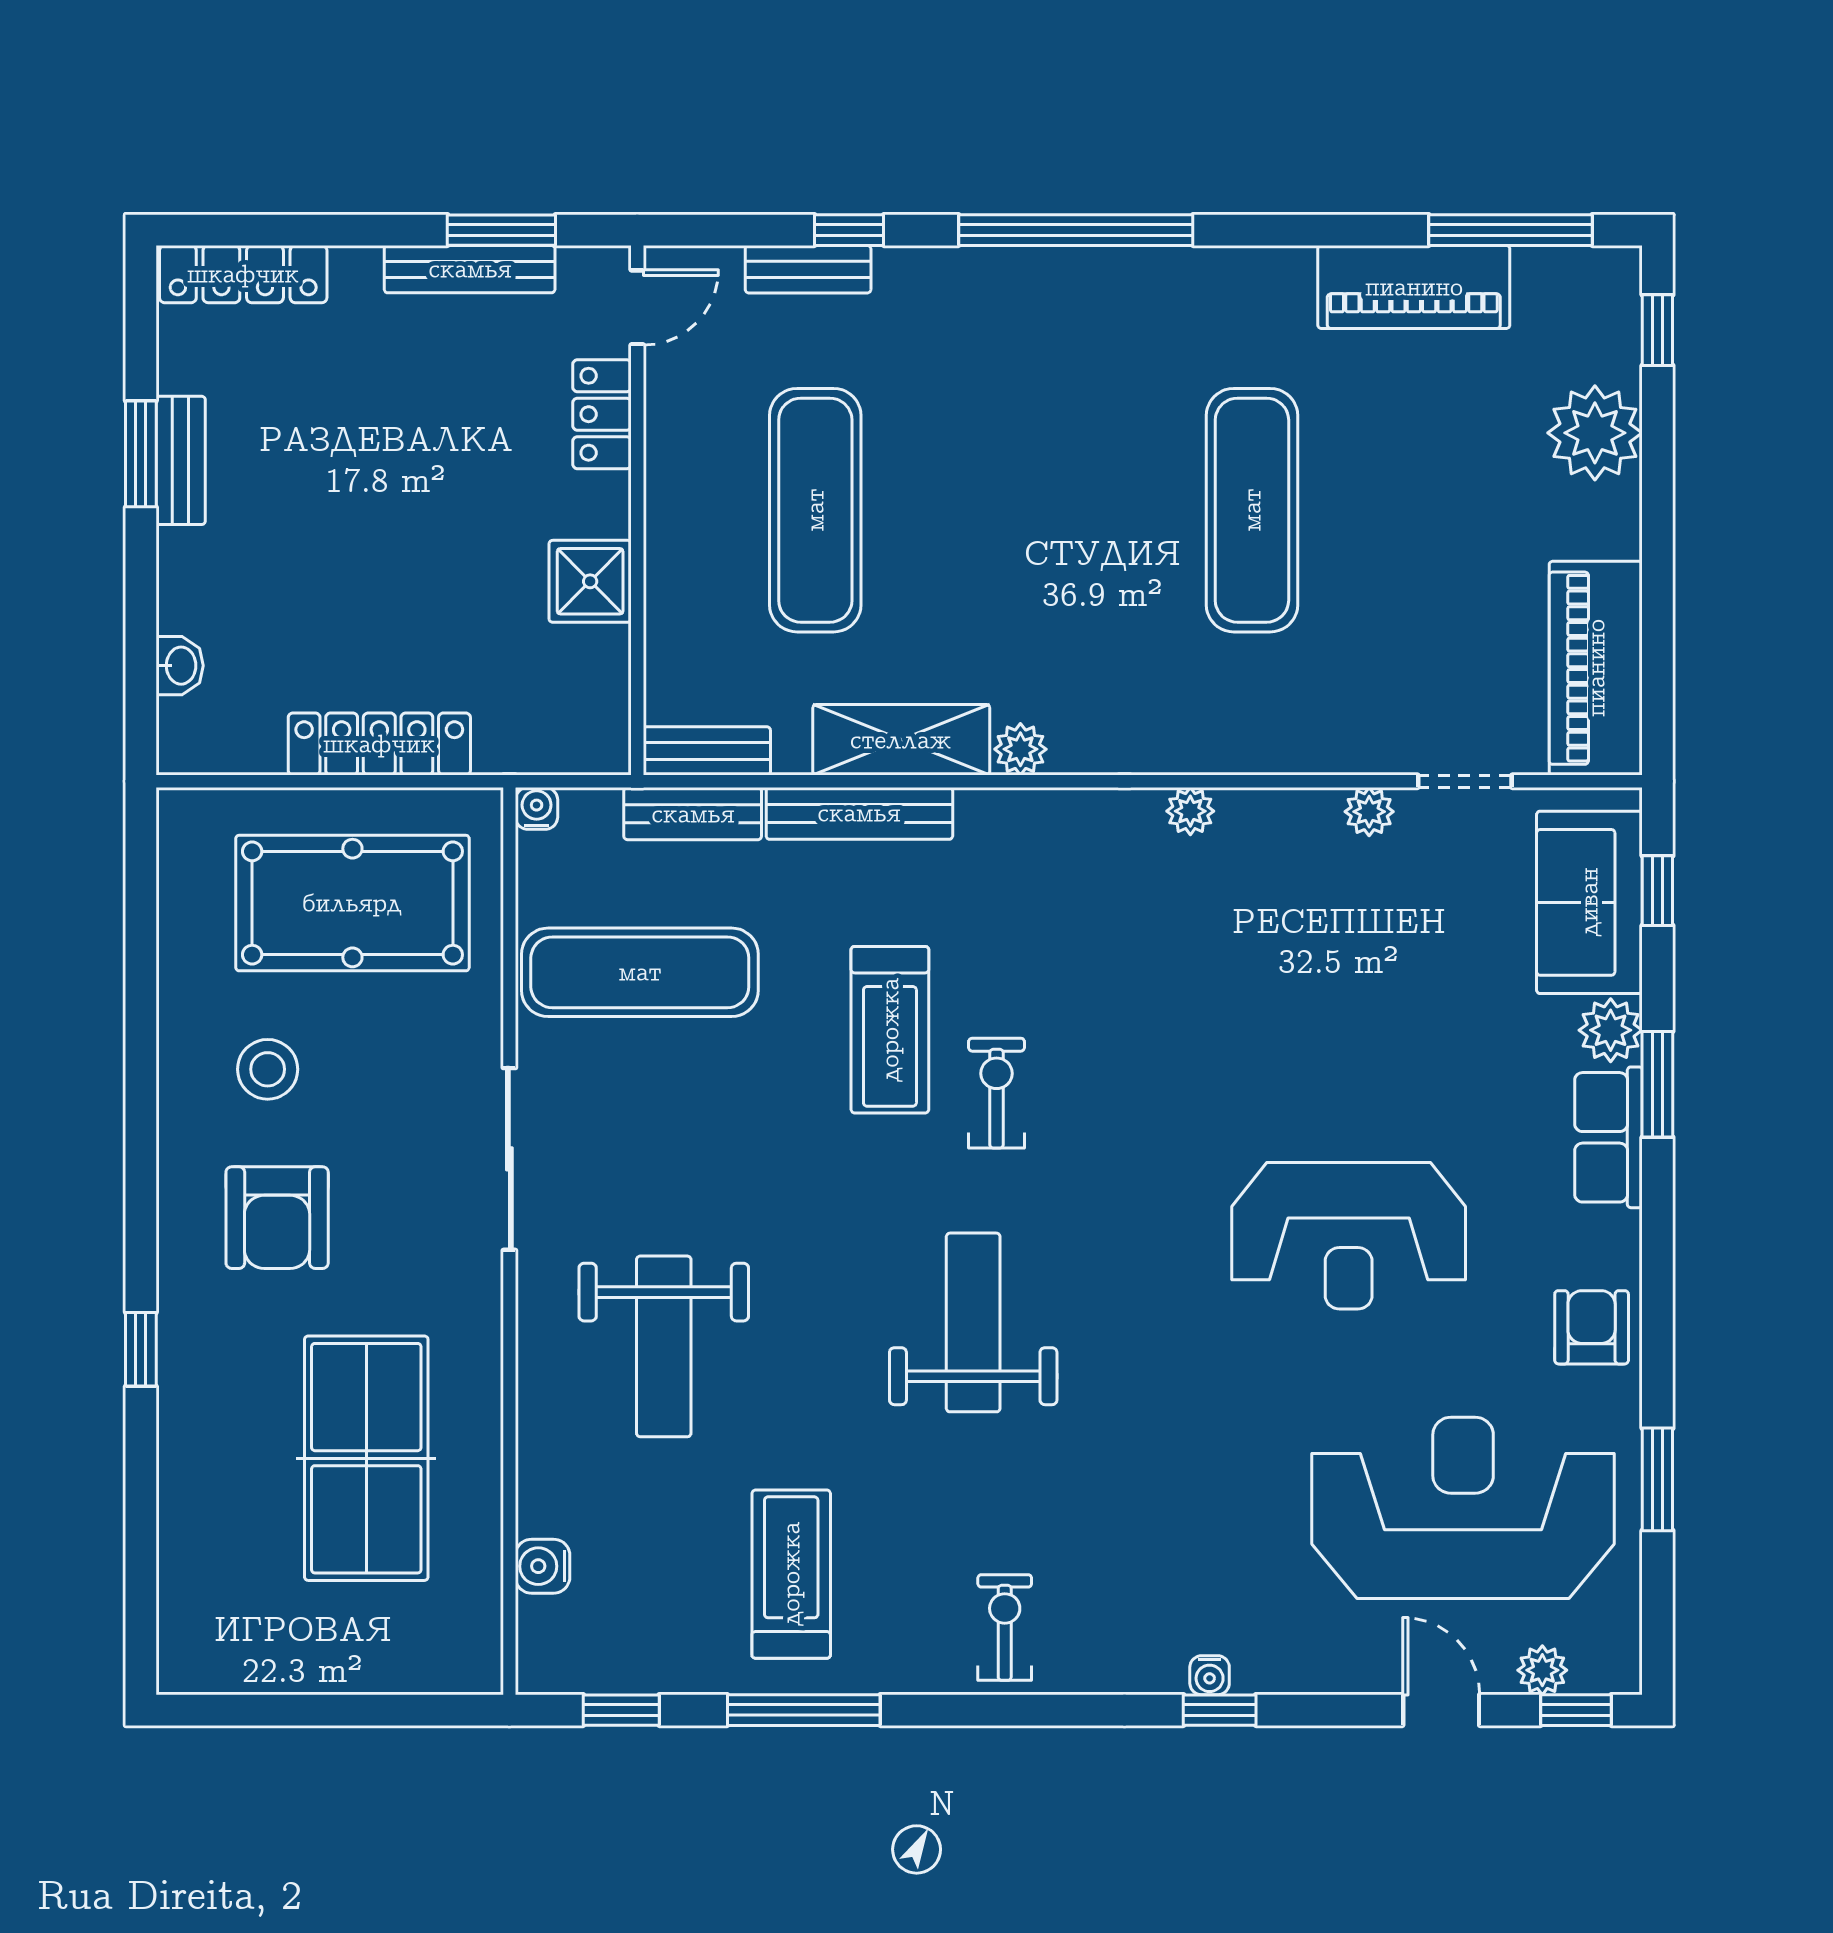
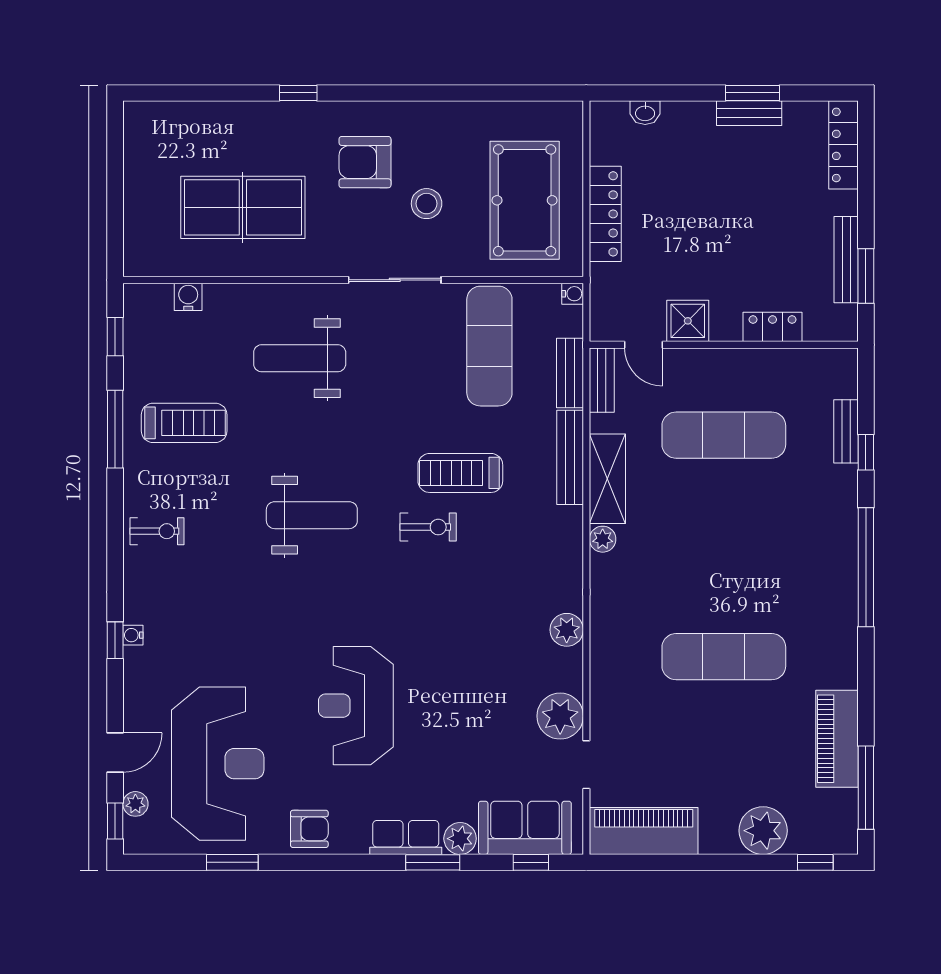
door: (637, 307) -> (644, 345), moved
plant: (1190, 811) -> (567, 630), width x1.38, depth x1.38
plant: (1369, 812) -> (560, 716), width x1.88, depth x1.88
stool: (268, 1069) -> (427, 204), moved

